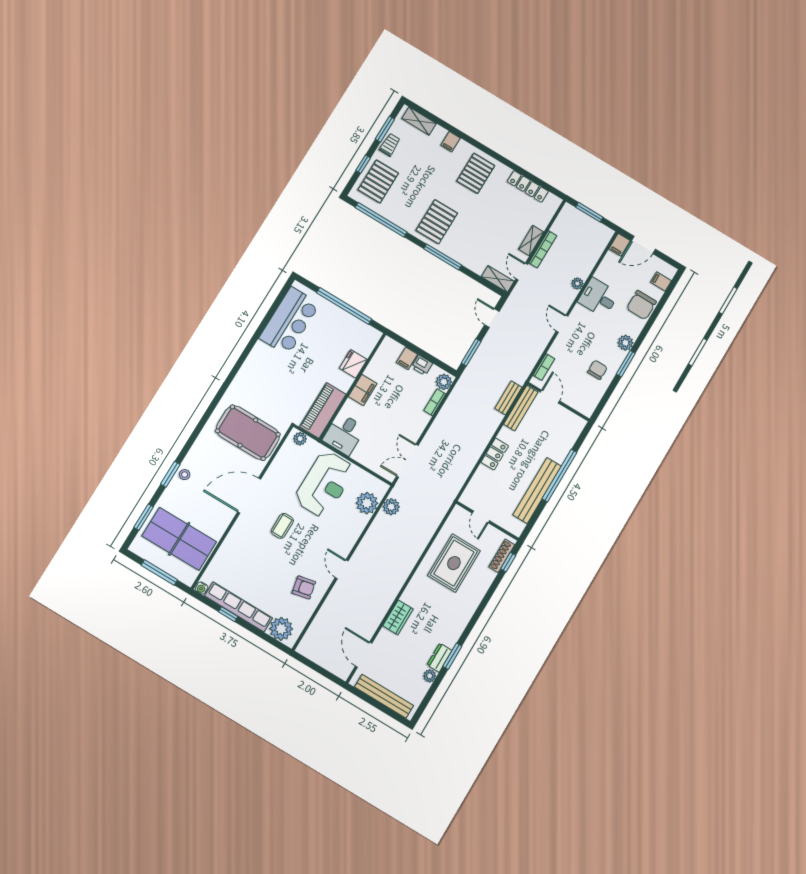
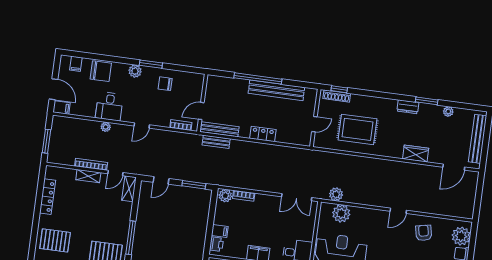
printer: (422, 365) -> (216, 244), moved
dresser: (439, 658) -> (408, 107), moved

